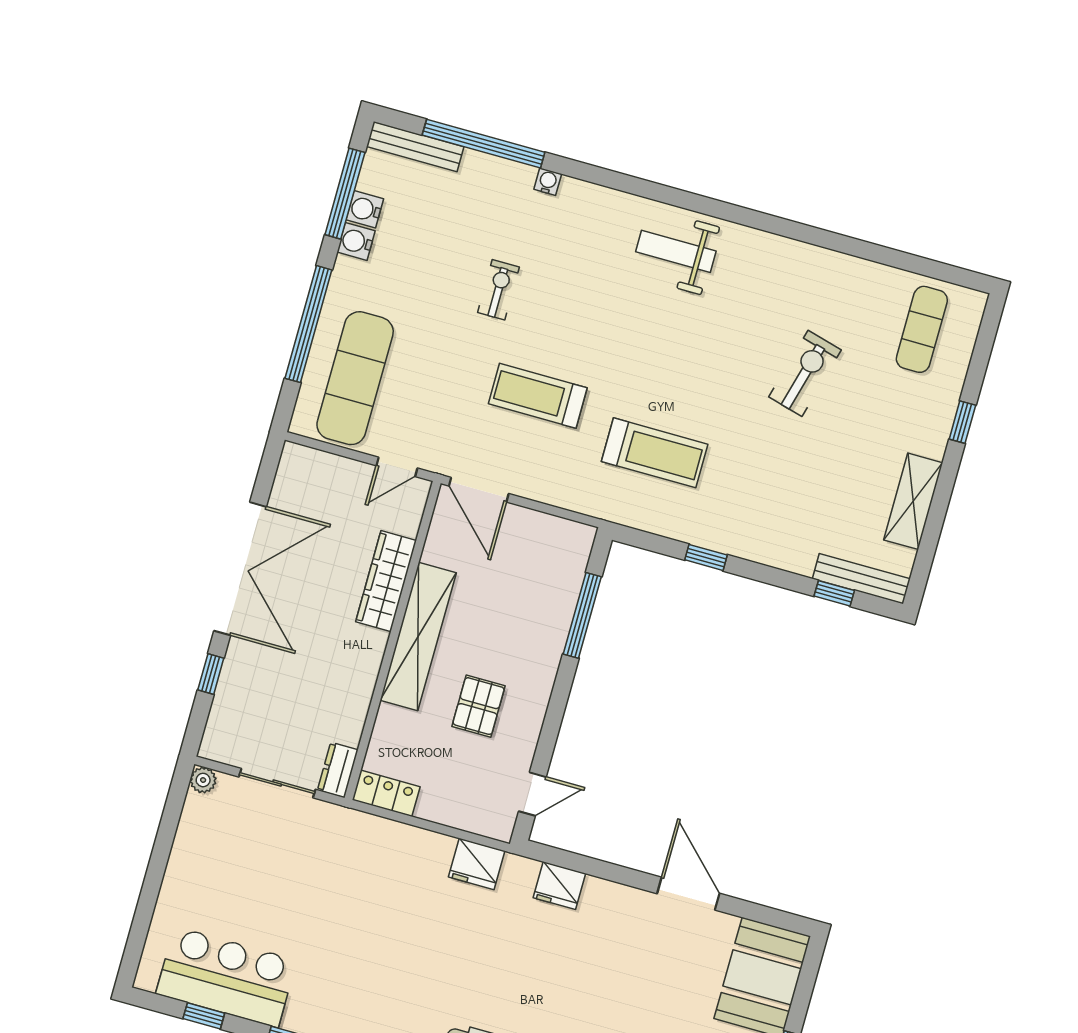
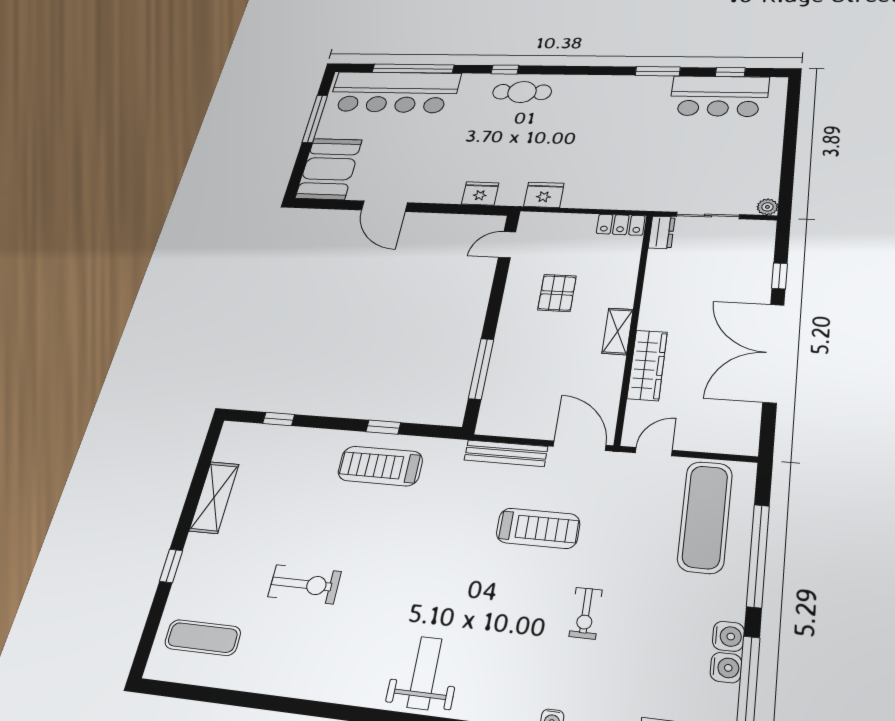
weight bench: (676, 251) -> (425, 673), turned -90
exercise mat: (922, 329) -> (203, 638), turned 90
exercise bike: (805, 373) -> (305, 584), turned -105
treadmill: (655, 453) -> (380, 466), moved
bench: (861, 579) -> (506, 453), moved
shelving: (418, 637) -> (618, 331), width x0.45, depth x0.75

